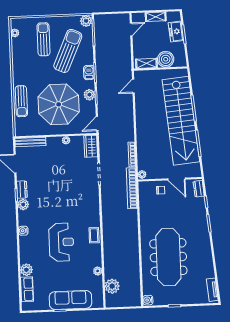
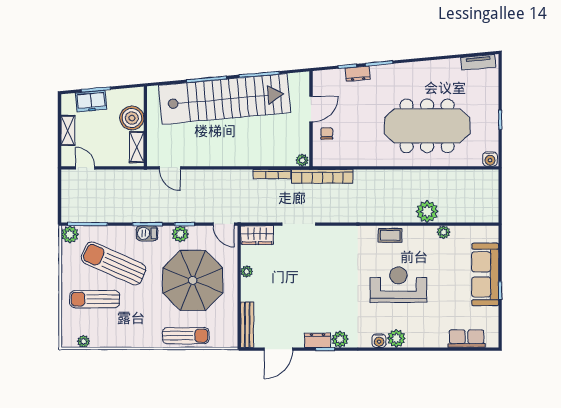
dresser: (199, 189) -> (358, 74), moved
plant: (26, 270) -> (396, 338), moved
plant: (112, 286) -> (427, 212), moved

